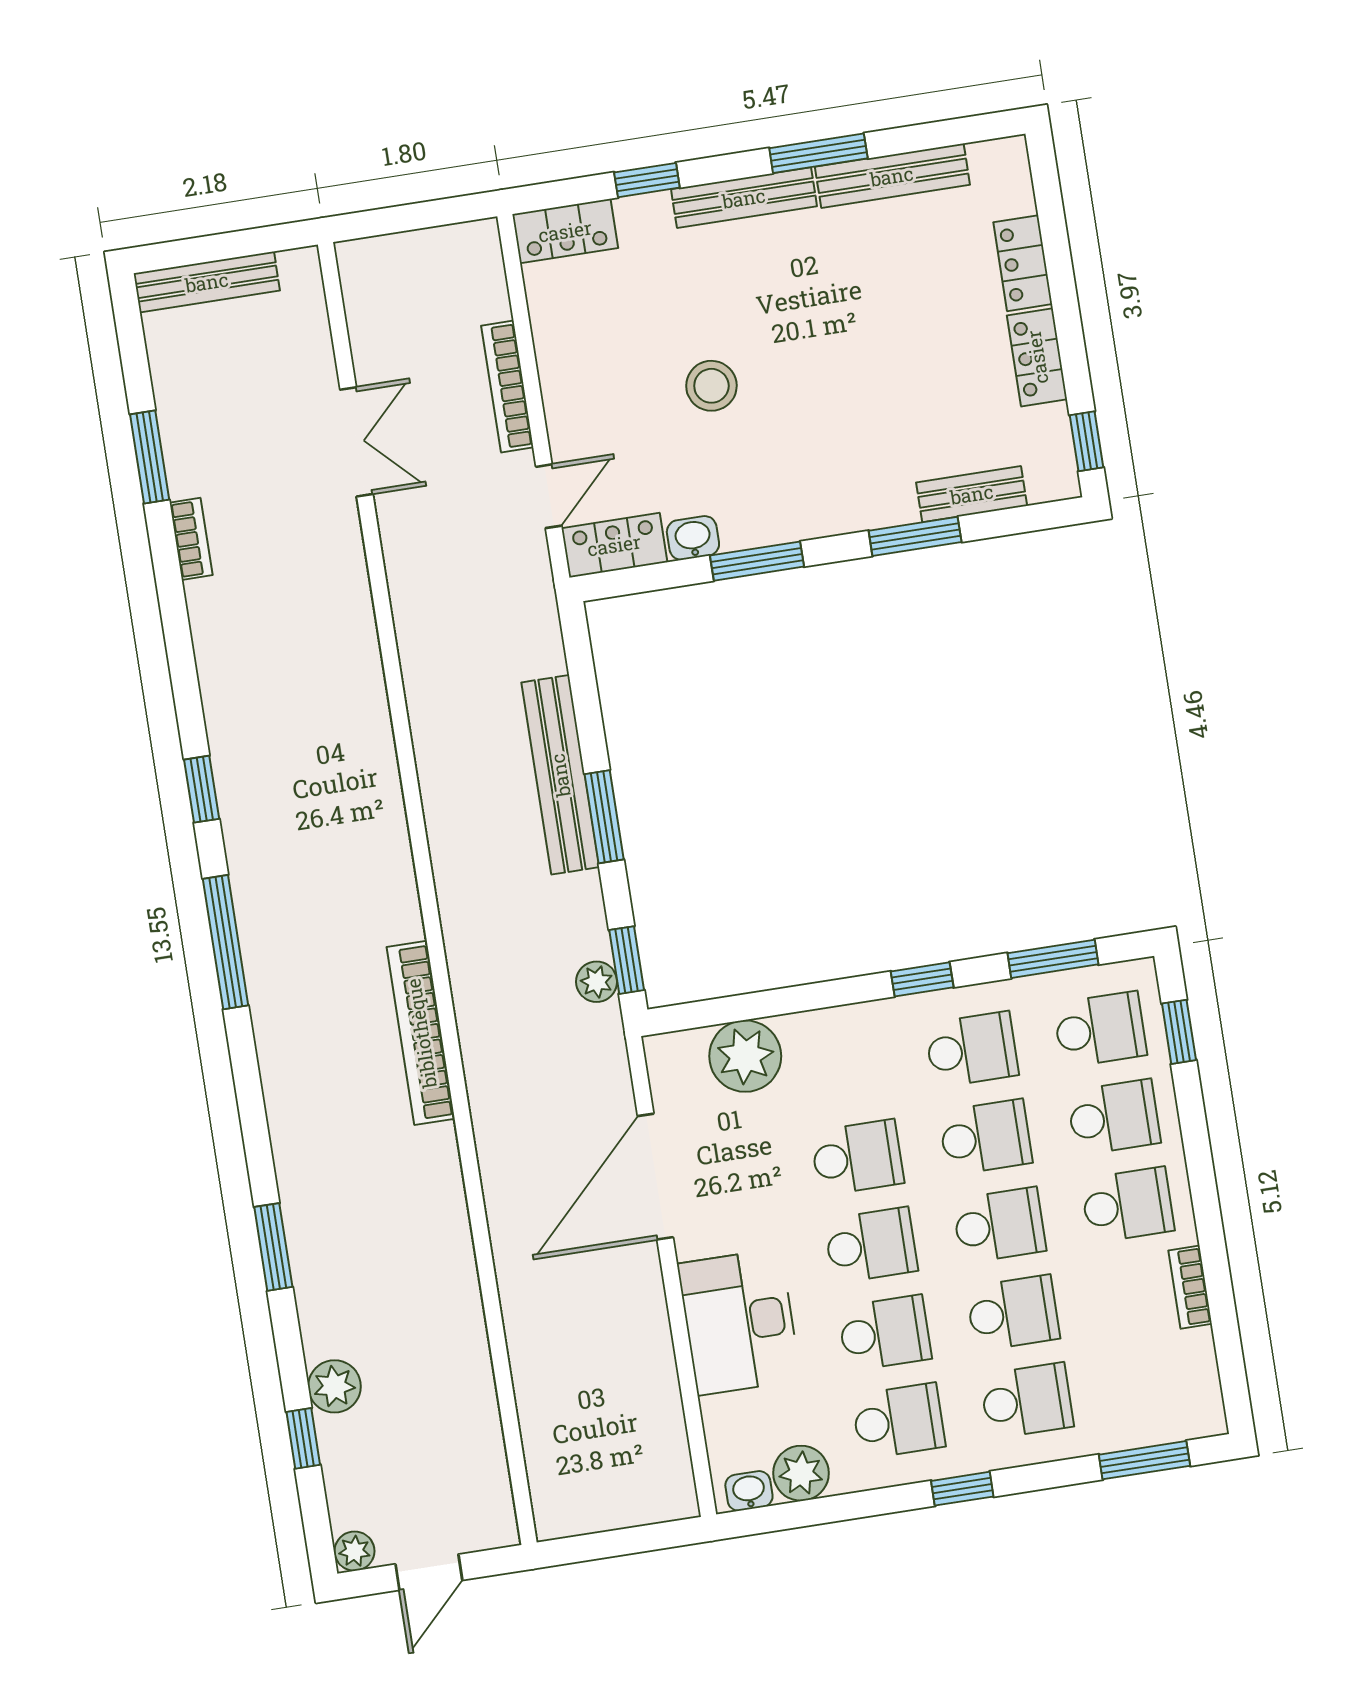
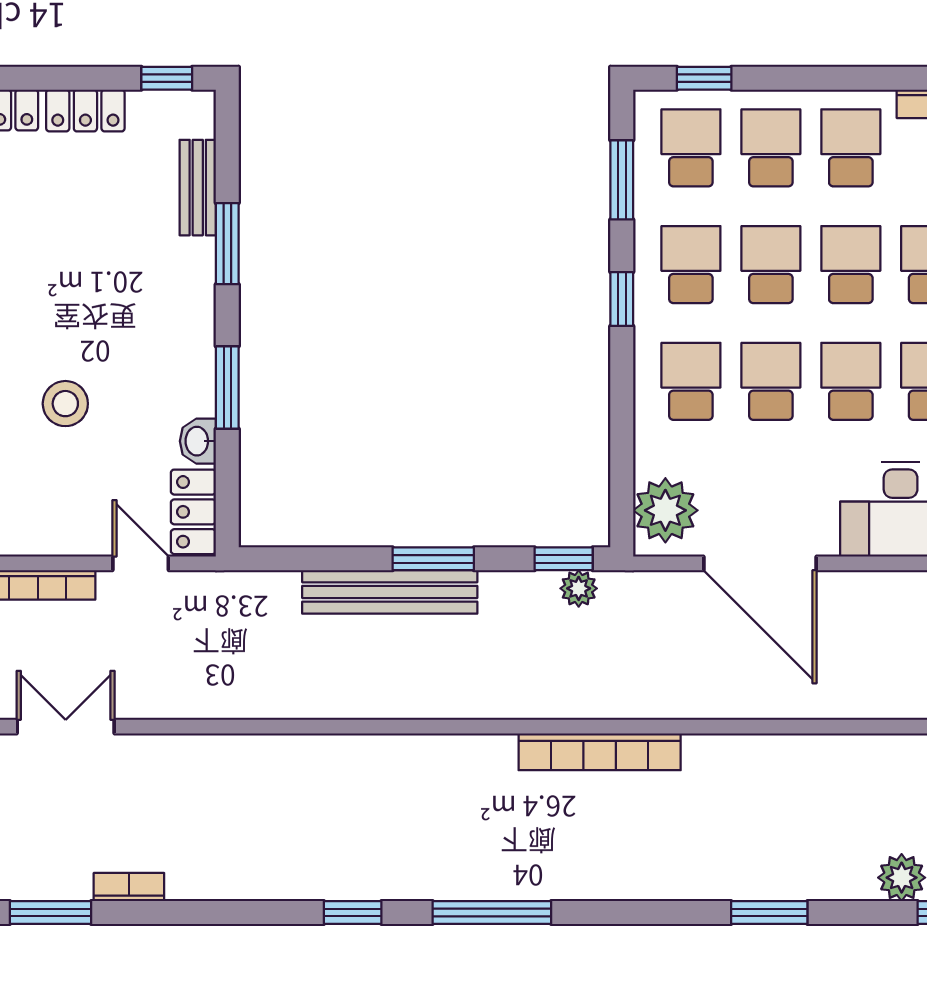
plant: (745, 1056) -> (665, 510), moved
school desk: (843, 1069) -> (691, 381), added

